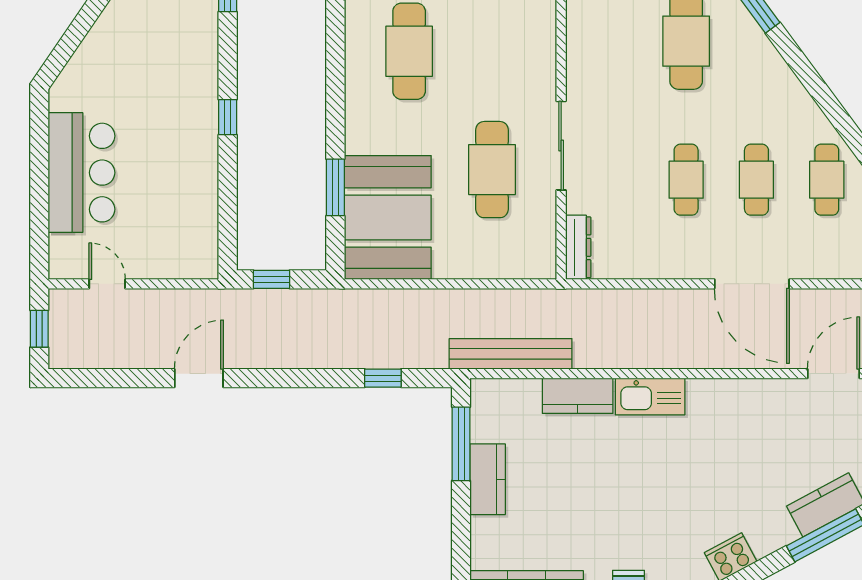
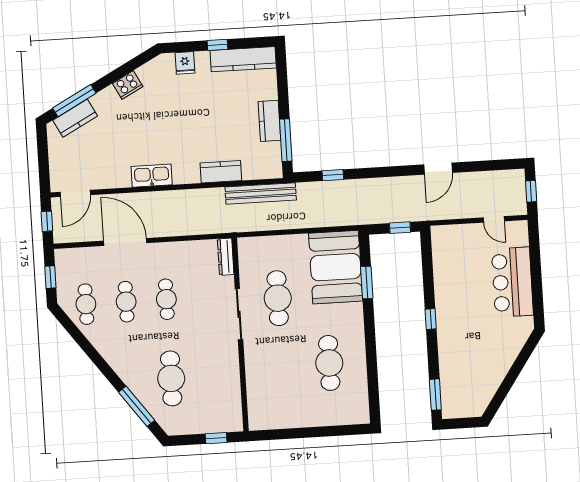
kitchen sink: (650, 396) -> (152, 176), moved

